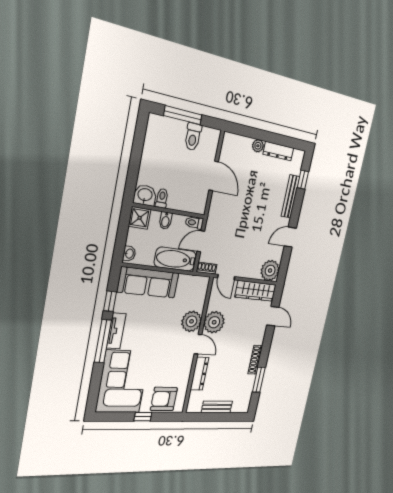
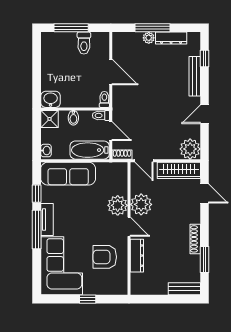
window: (264, 136) -> (152, 28), added
toilet: (162, 198) -> (104, 99), moved
door: (201, 241) -> (111, 131), swing flipped
armchair: (164, 399) -> (105, 257), moved
bench: (217, 407) -> (184, 289), moved

